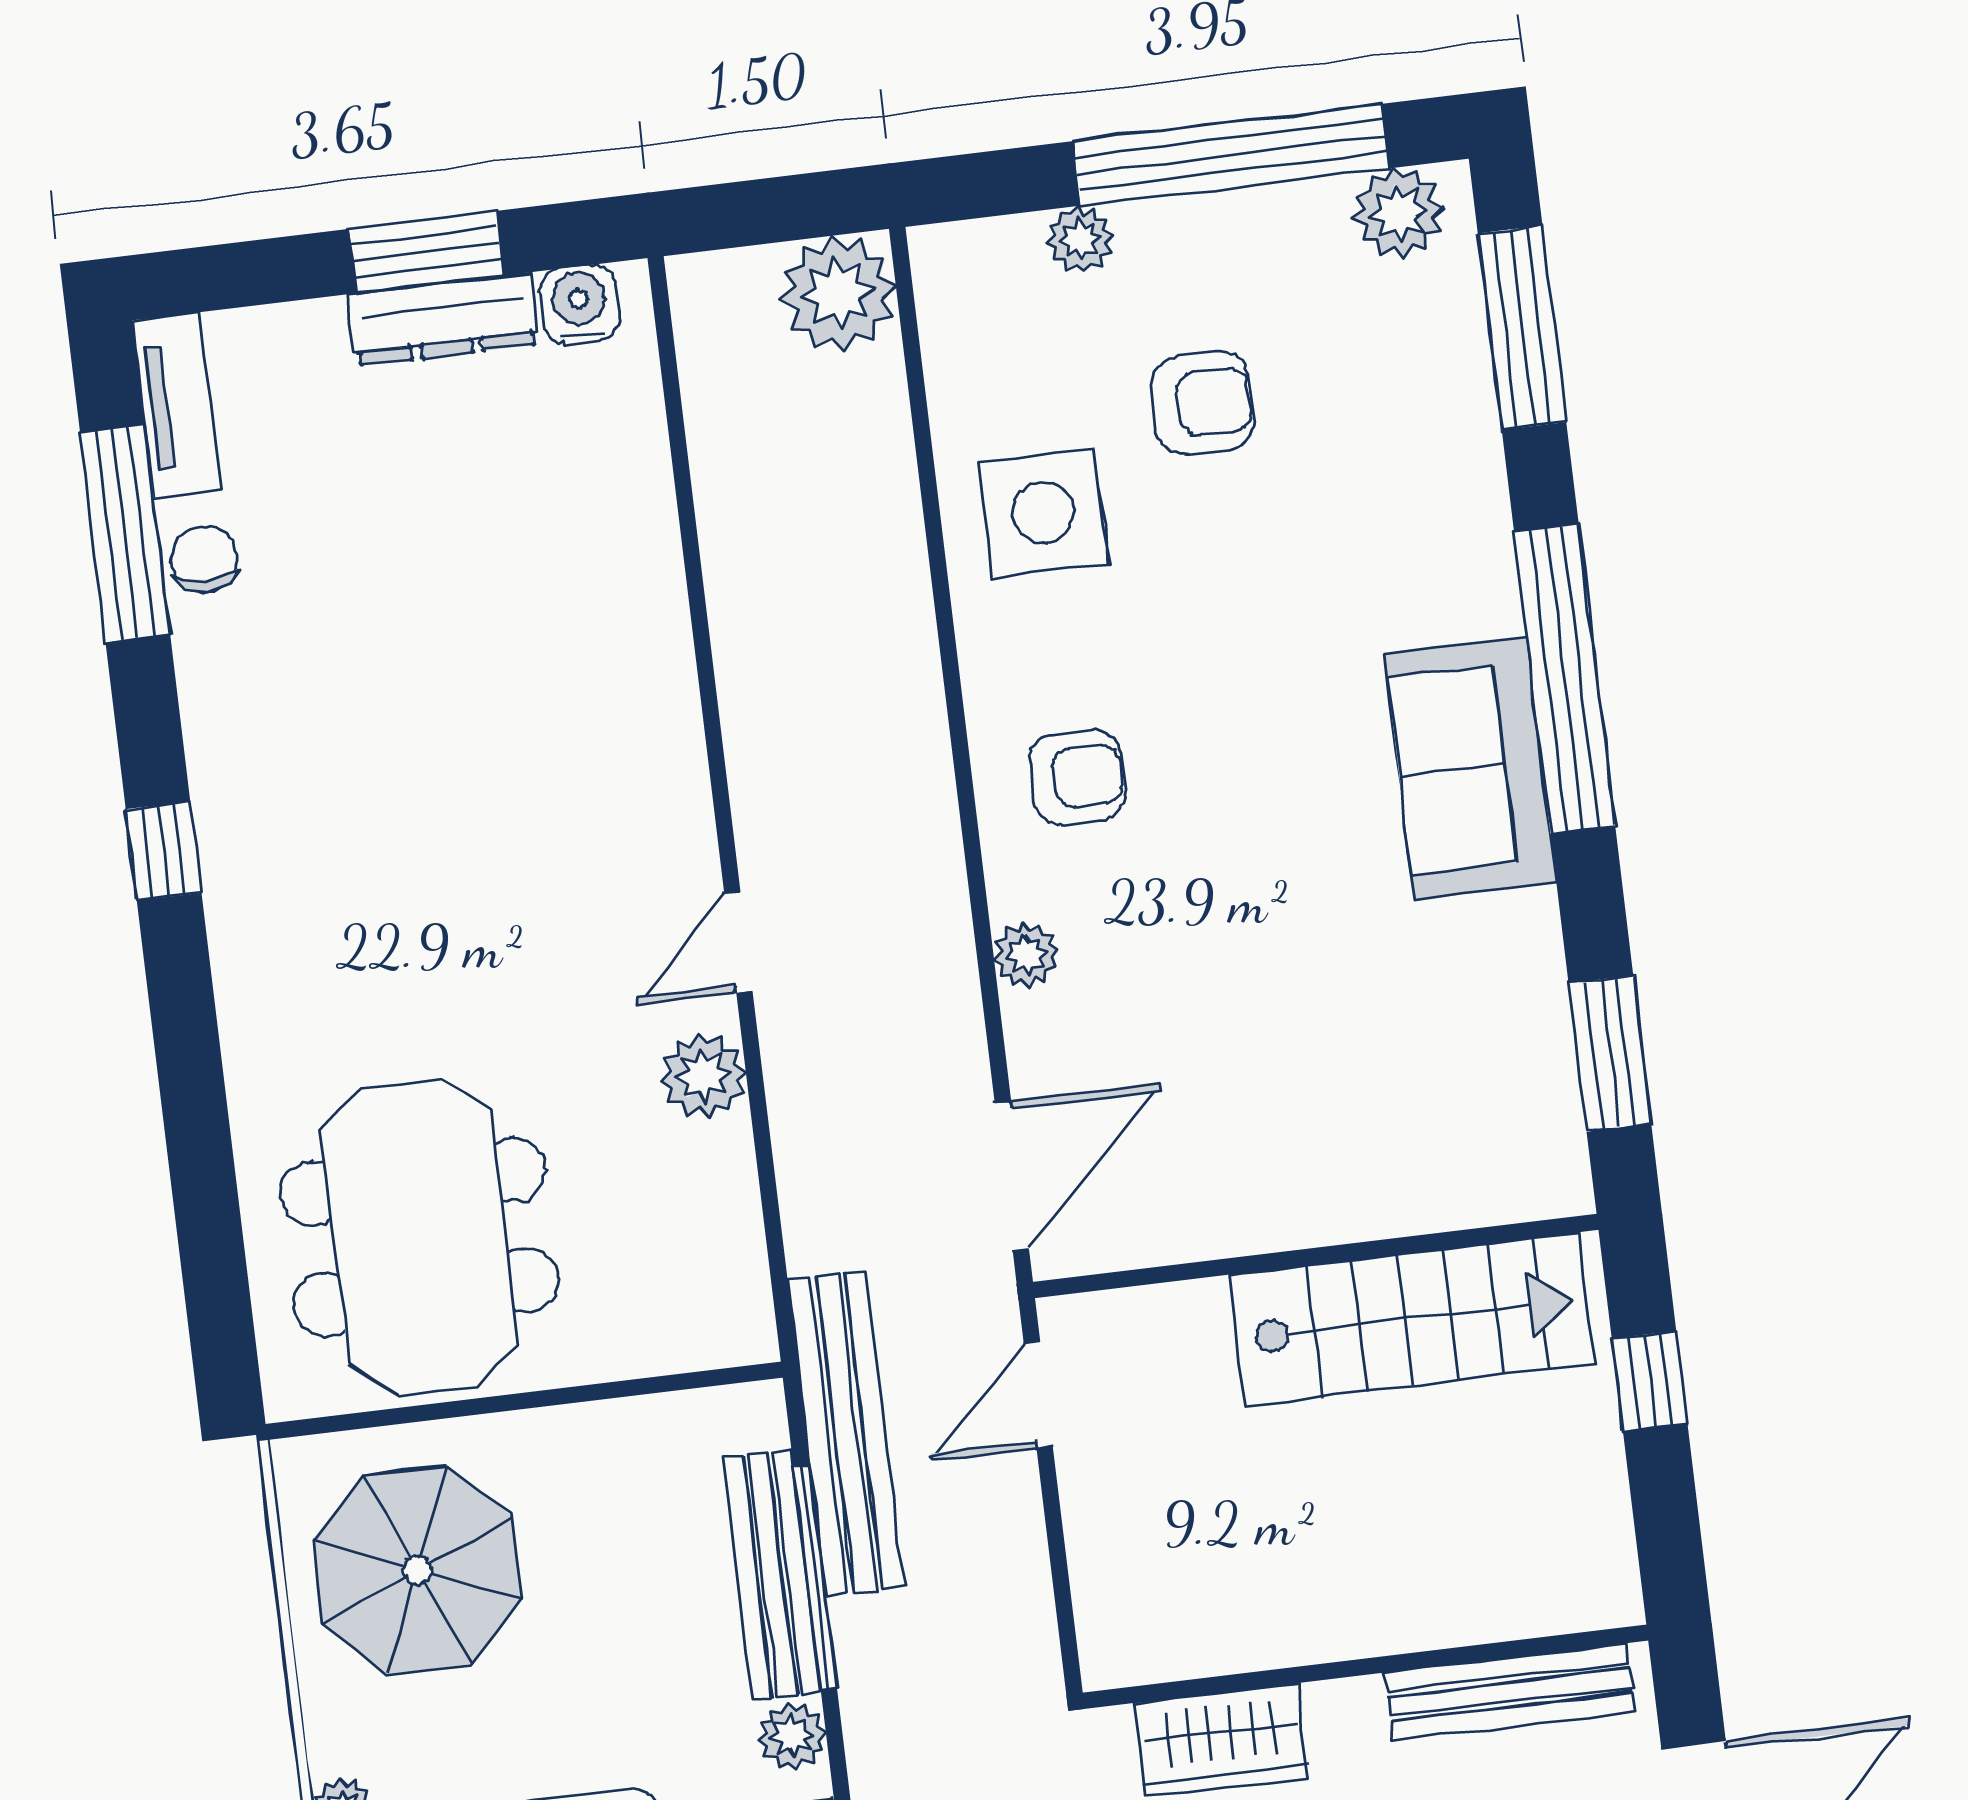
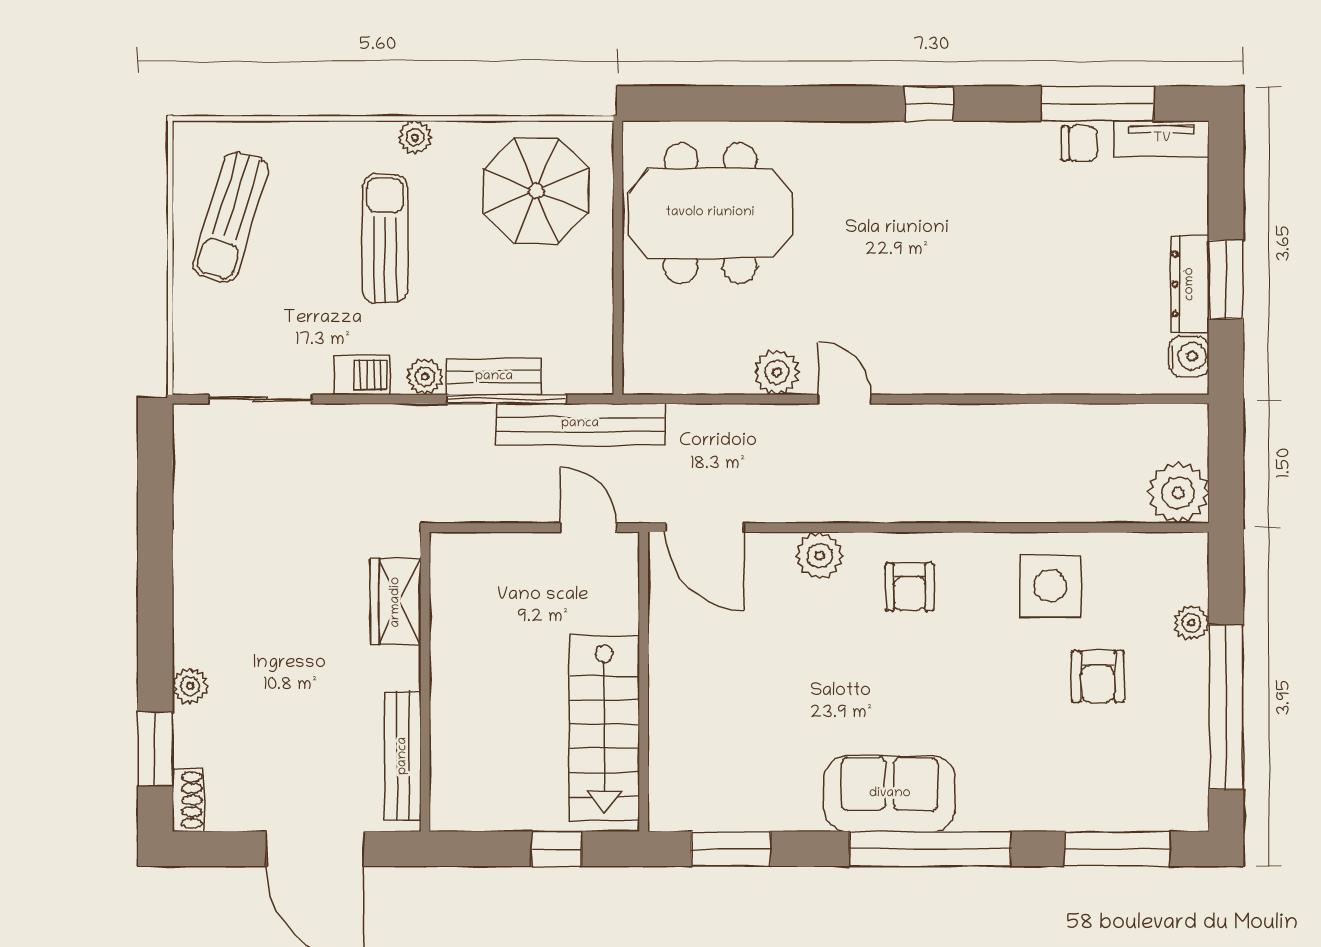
plant: (1398, 213) -> (1185, 791), removed
plant: (1026, 955) -> (820, 556), width x1.38, depth x1.38
bench: (772, 1575) -> (494, 377), width x0.73

